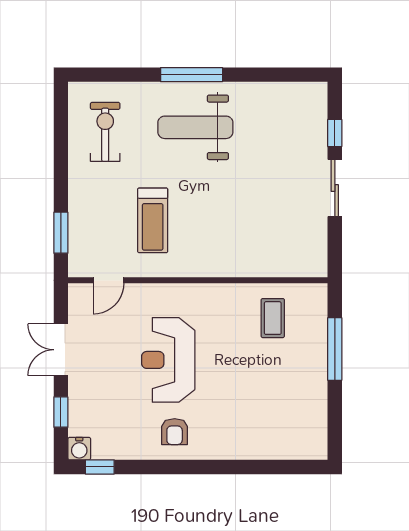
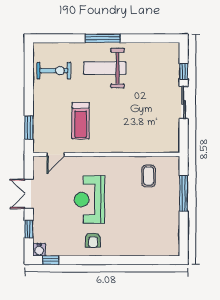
exercise bike: (105, 132) -> (54, 71), turned 90

